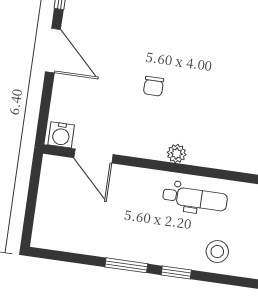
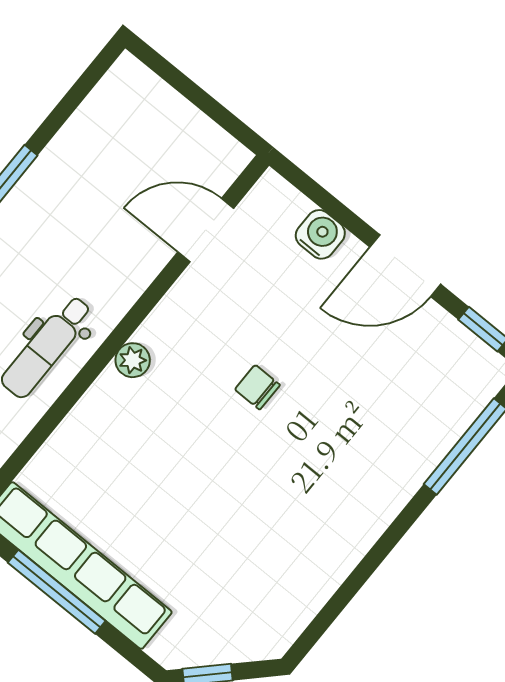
water cooler: (61, 135) -> (320, 234), moved, turned 90

